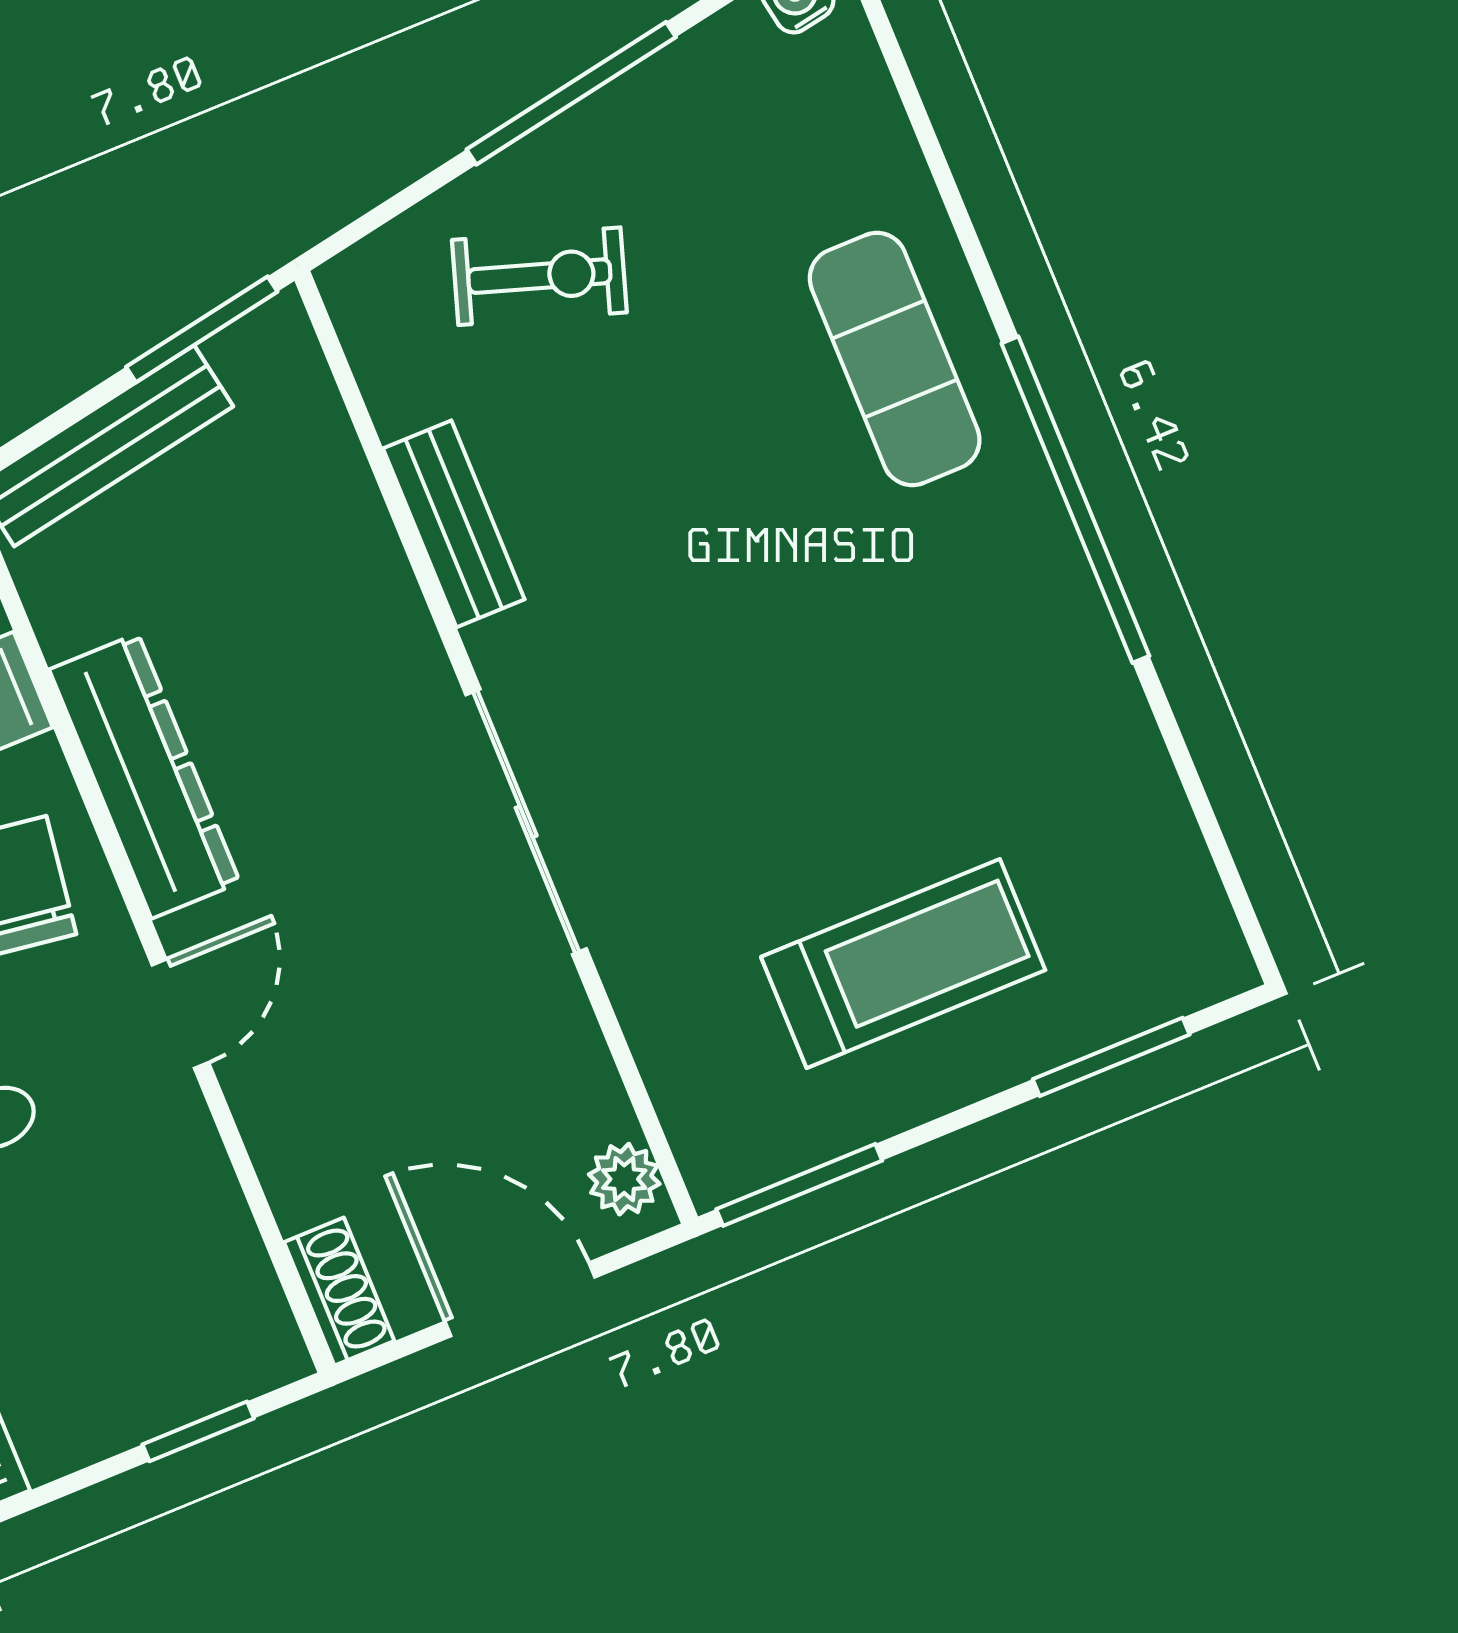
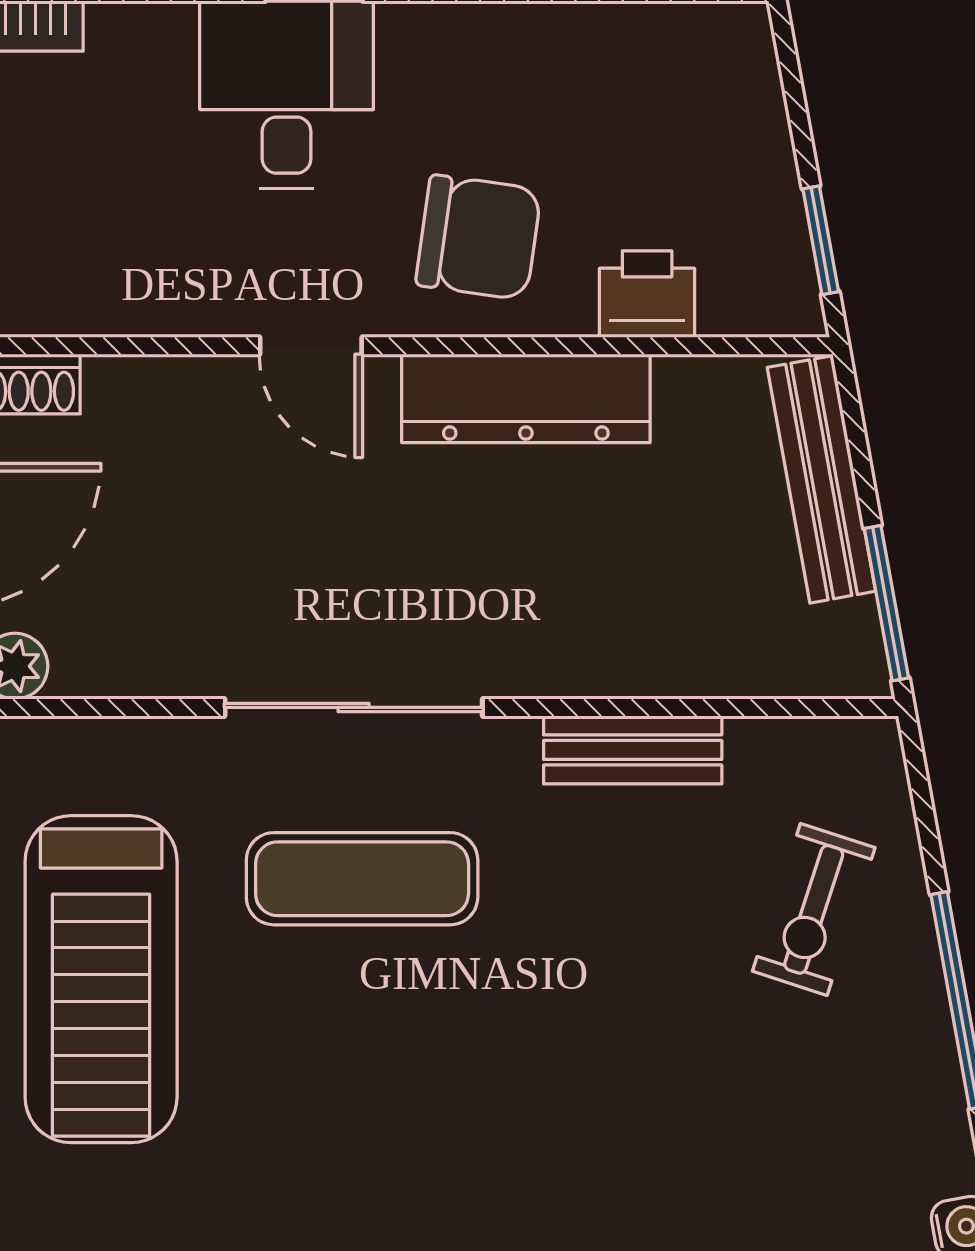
exercise mat: (895, 359) -> (362, 879), moved
treadmill: (903, 963) -> (101, 979), width x1.37, depth x1.38

